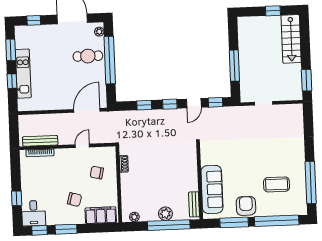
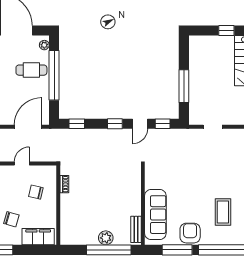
window: (144, 105) -> (77, 124), moved
coffee table: (277, 184) -> (223, 212), turned 90
plant: (134, 217) -> (73, 240), removed

